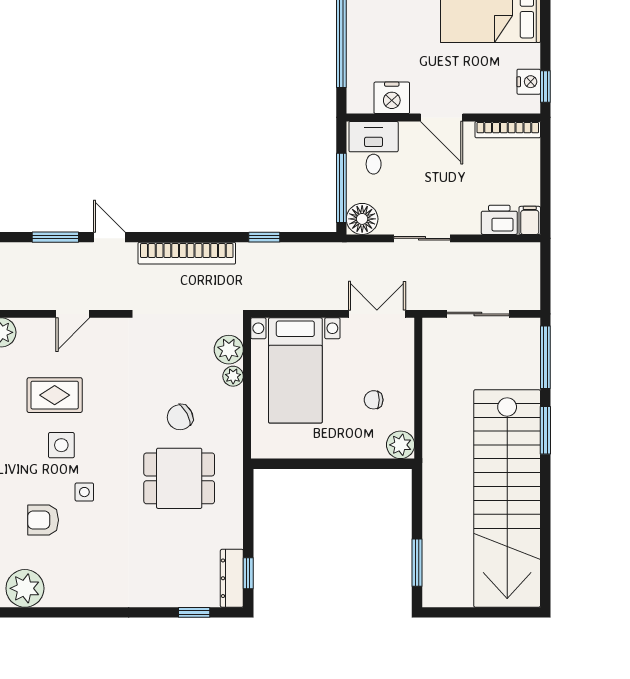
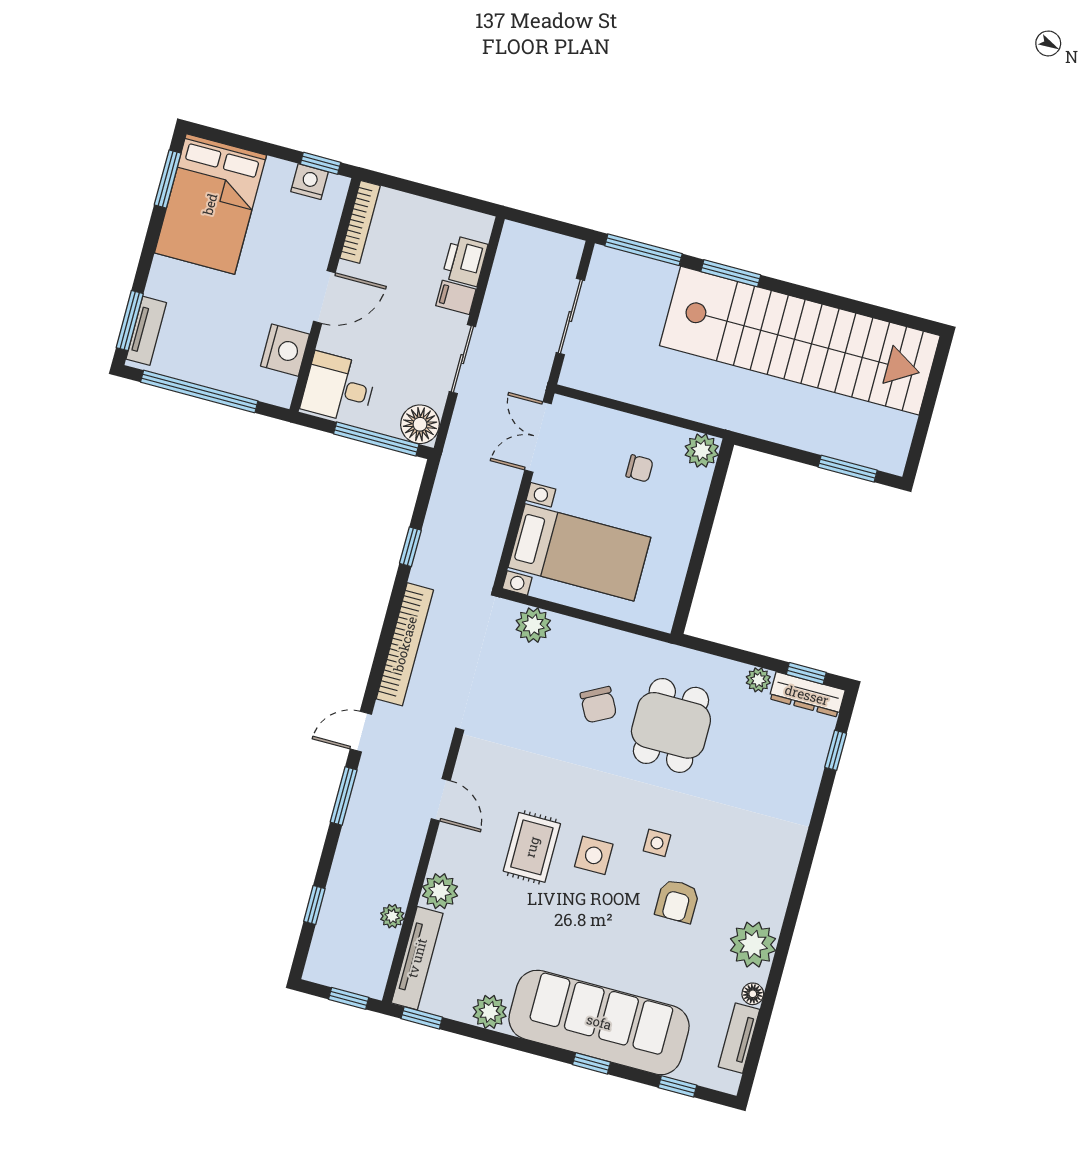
filing cabinet: (530, 220) -> (456, 297), moved
plant: (233, 376) -> (758, 680), moved
chair: (374, 400) -> (639, 468), turned -90

